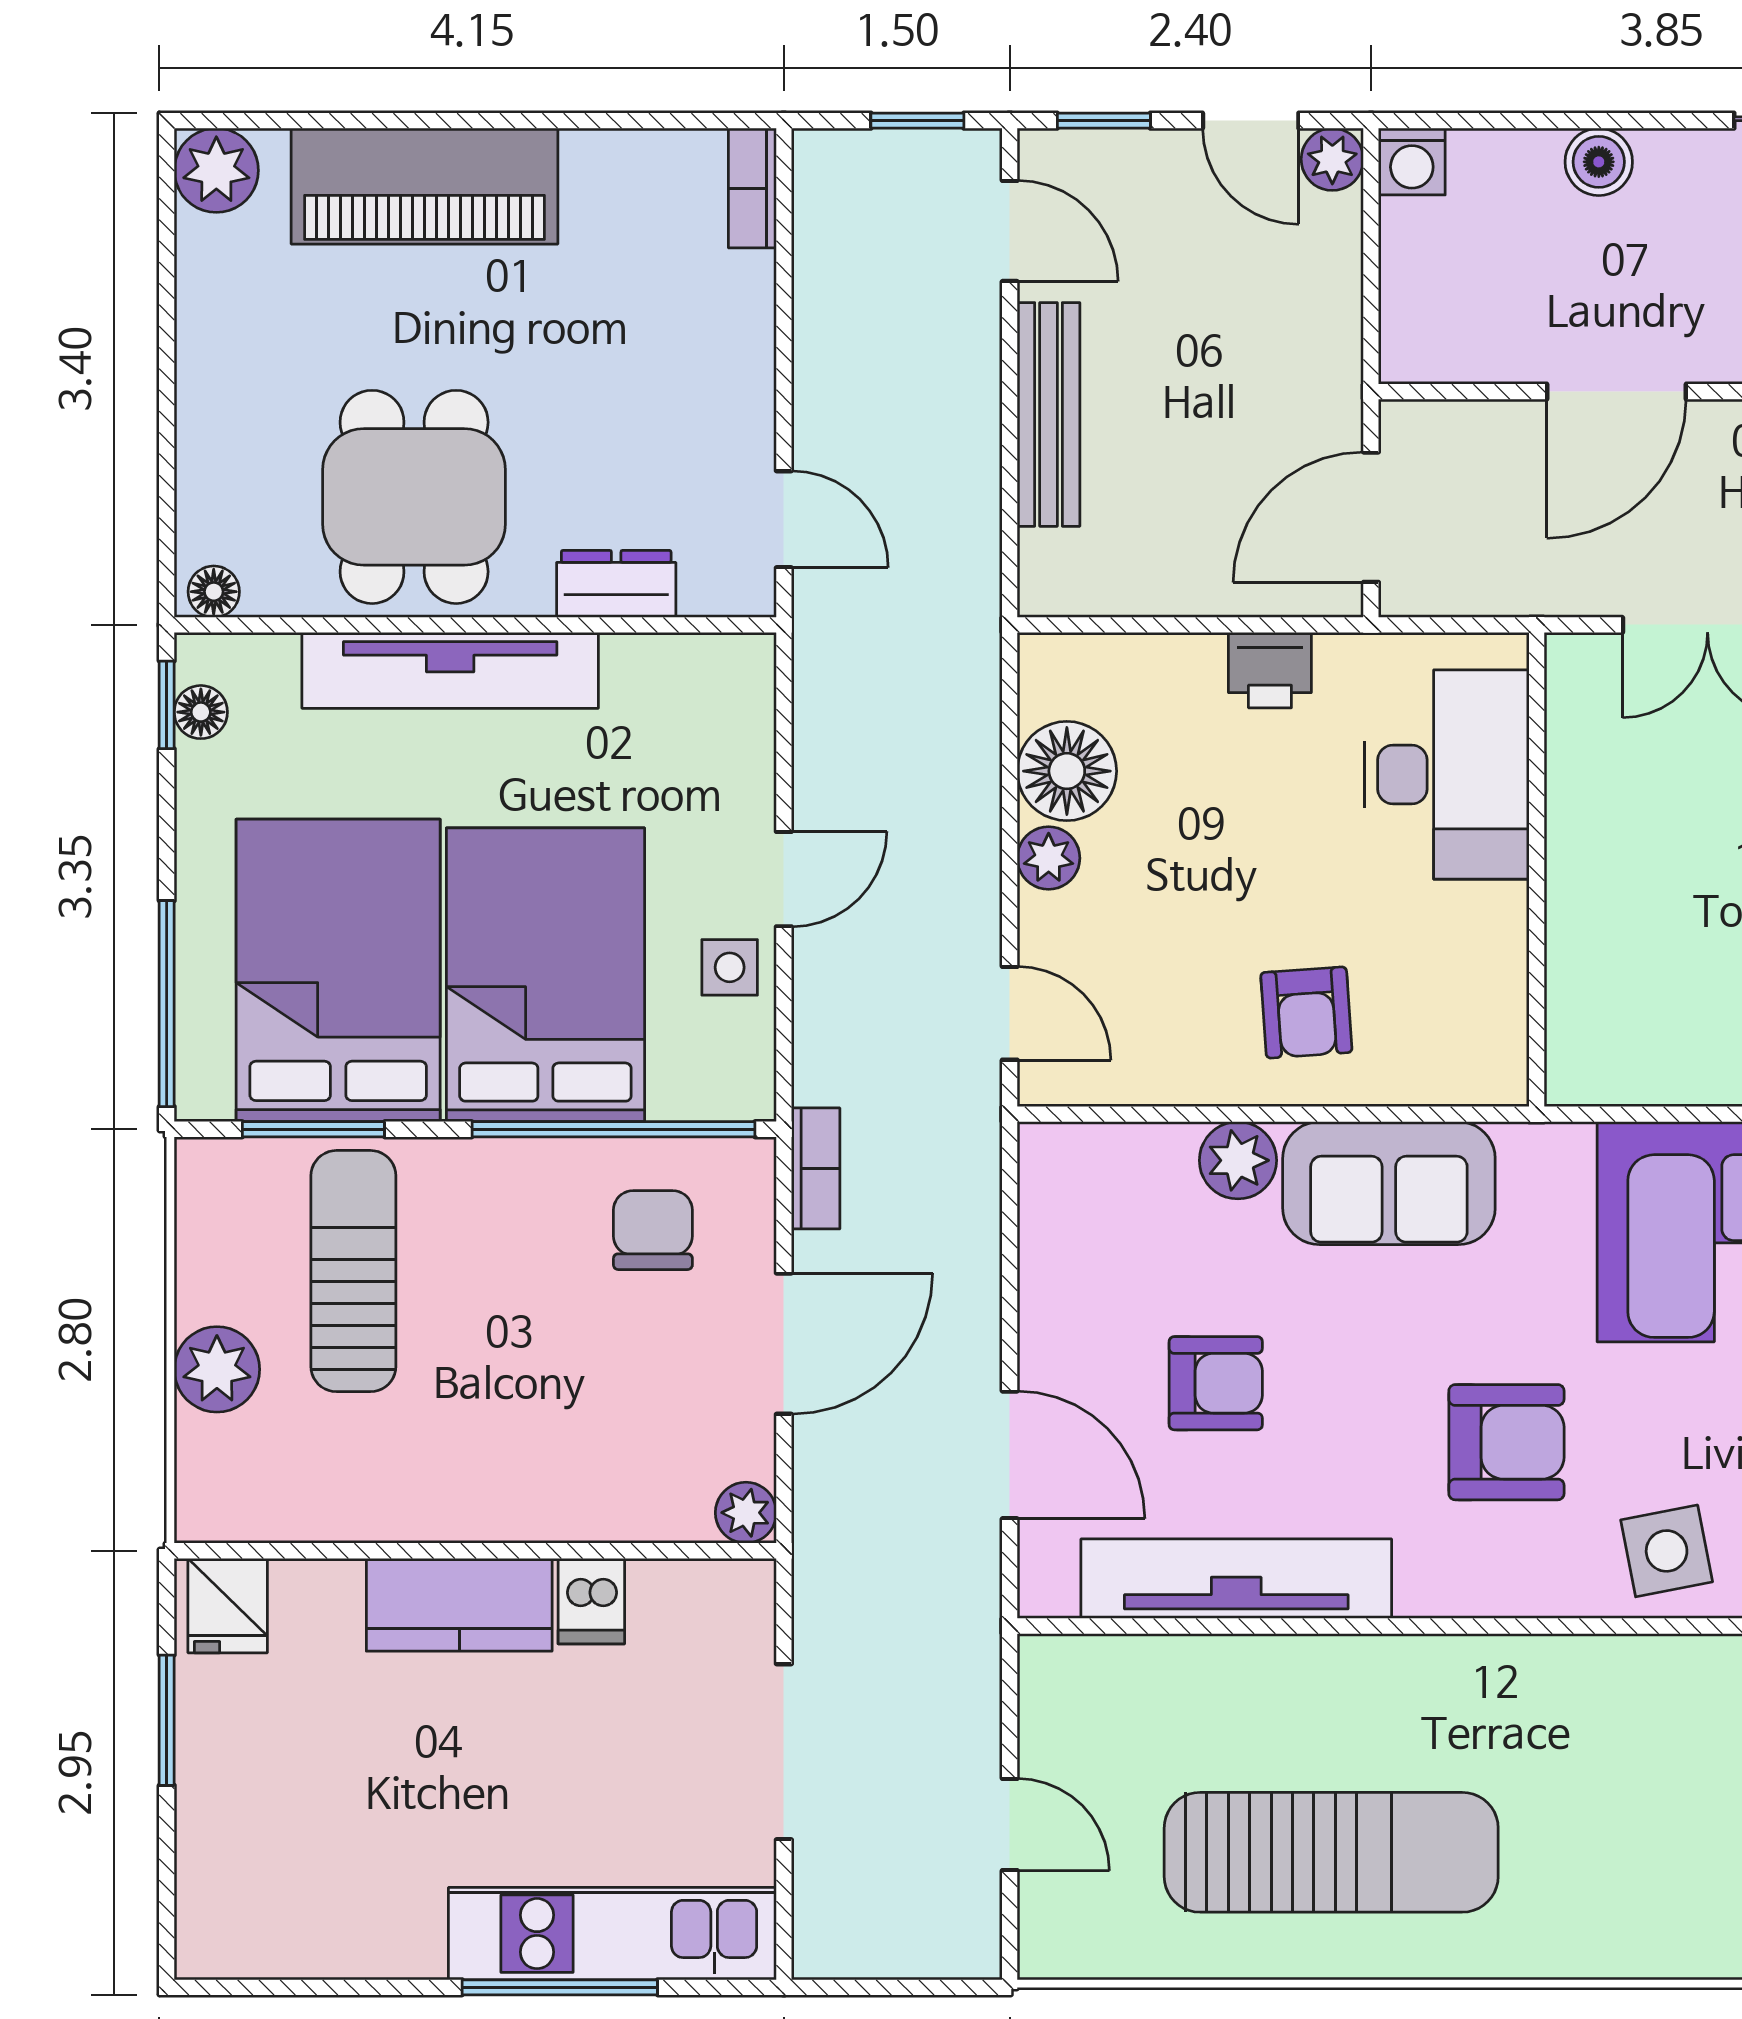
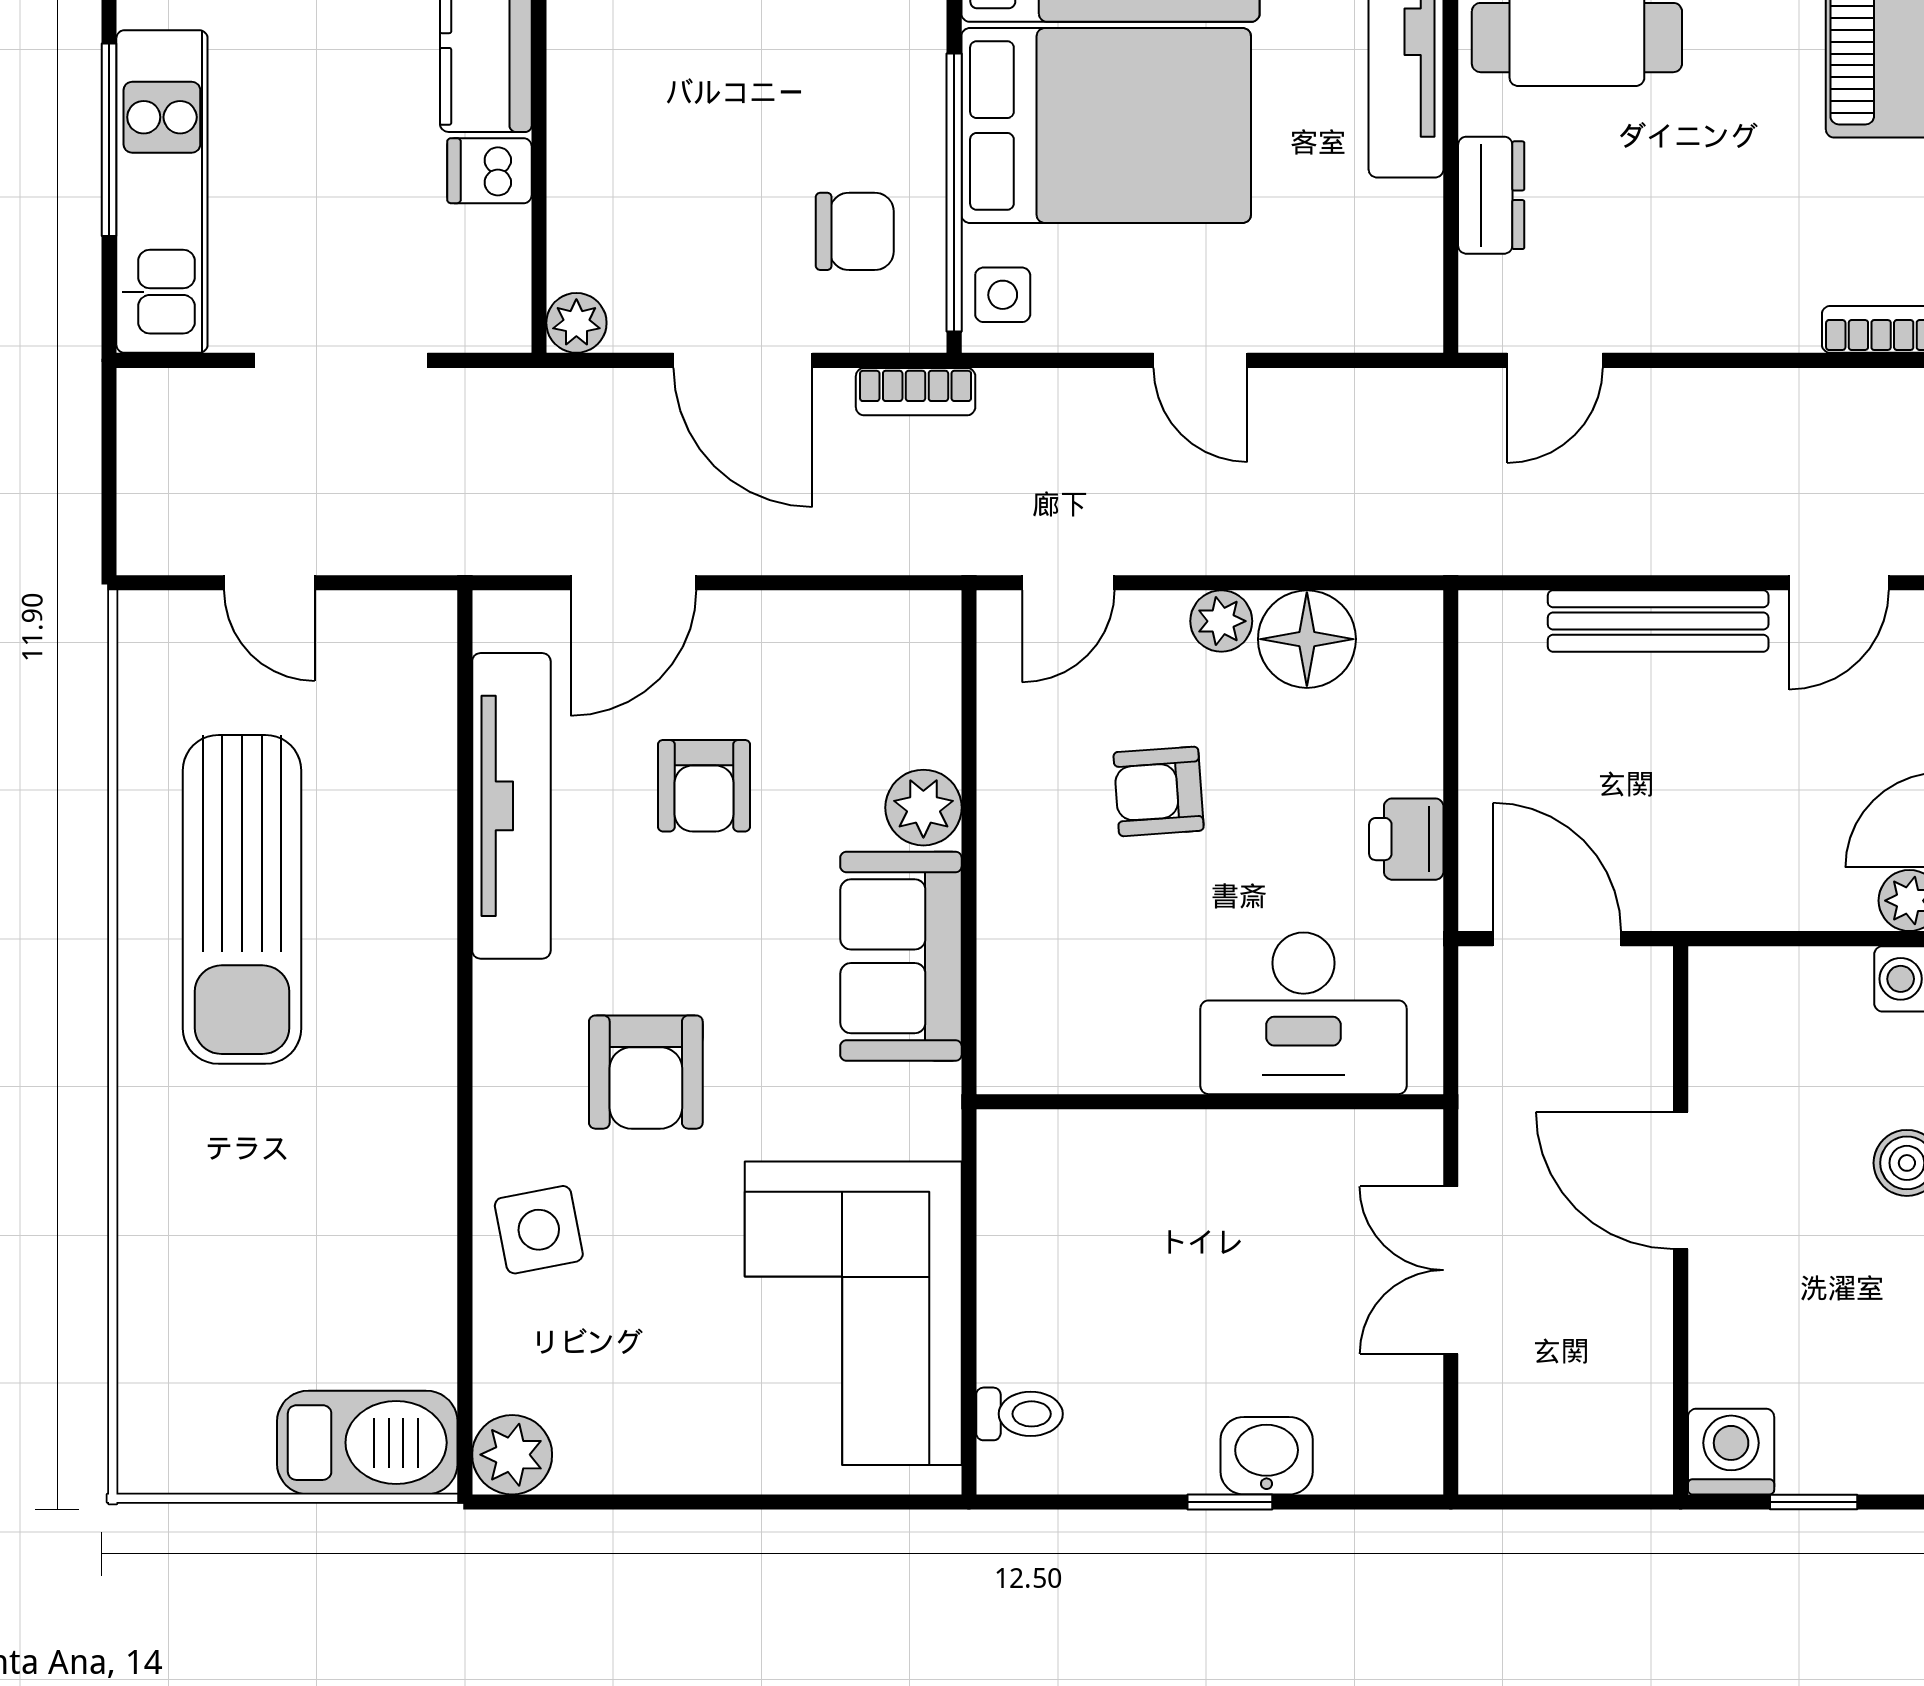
side table: (730, 967) -> (1003, 295), moved
armchair: (1306, 1012) -> (1159, 791), moved
door: (1010, 1825) -> (269, 583), hinge flipped

